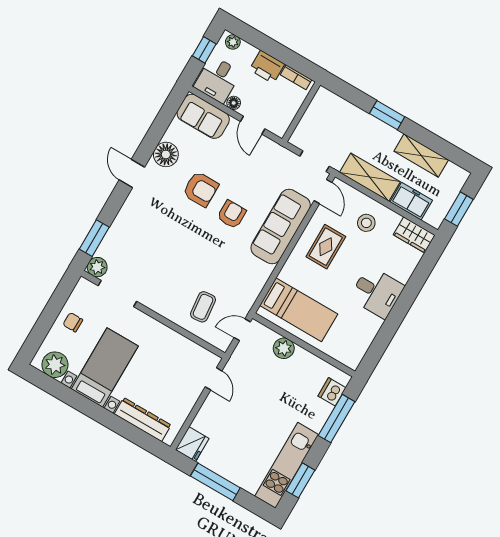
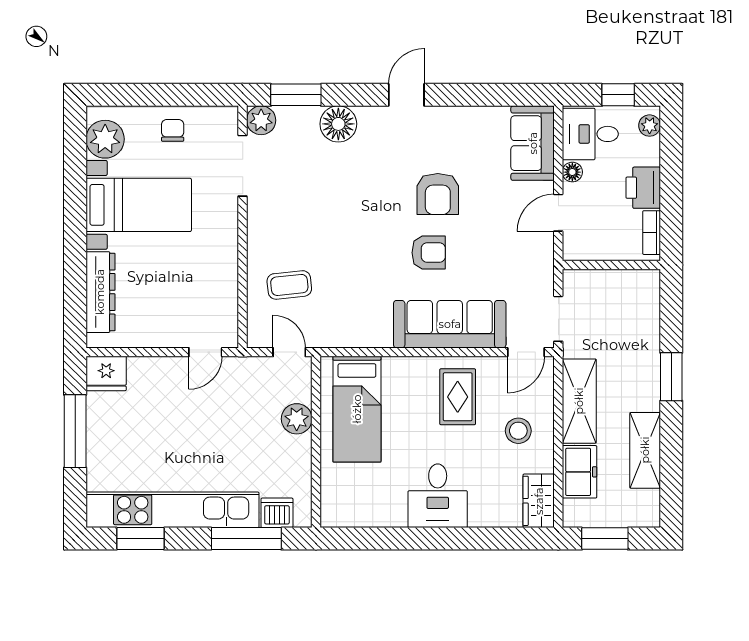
floor lamp: (166, 154) -> (338, 124), moved
rug: (326, 247) -> (458, 397), turned 90
kitchen unit: (287, 465) -> (172, 510), width x1.36

